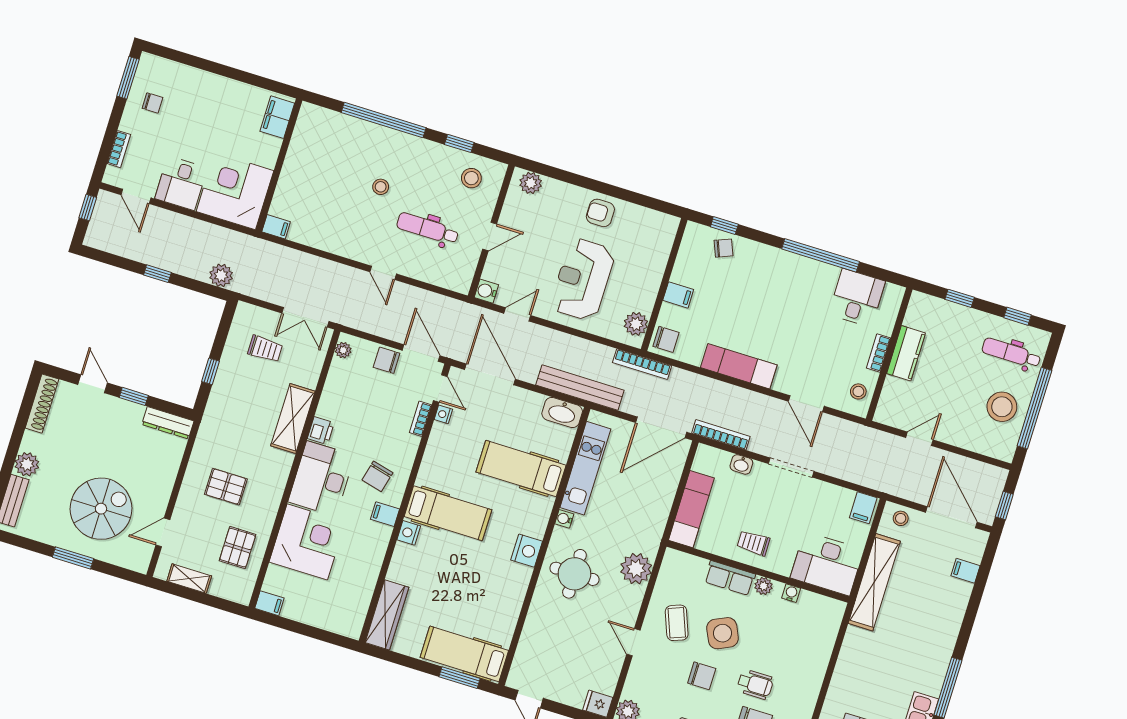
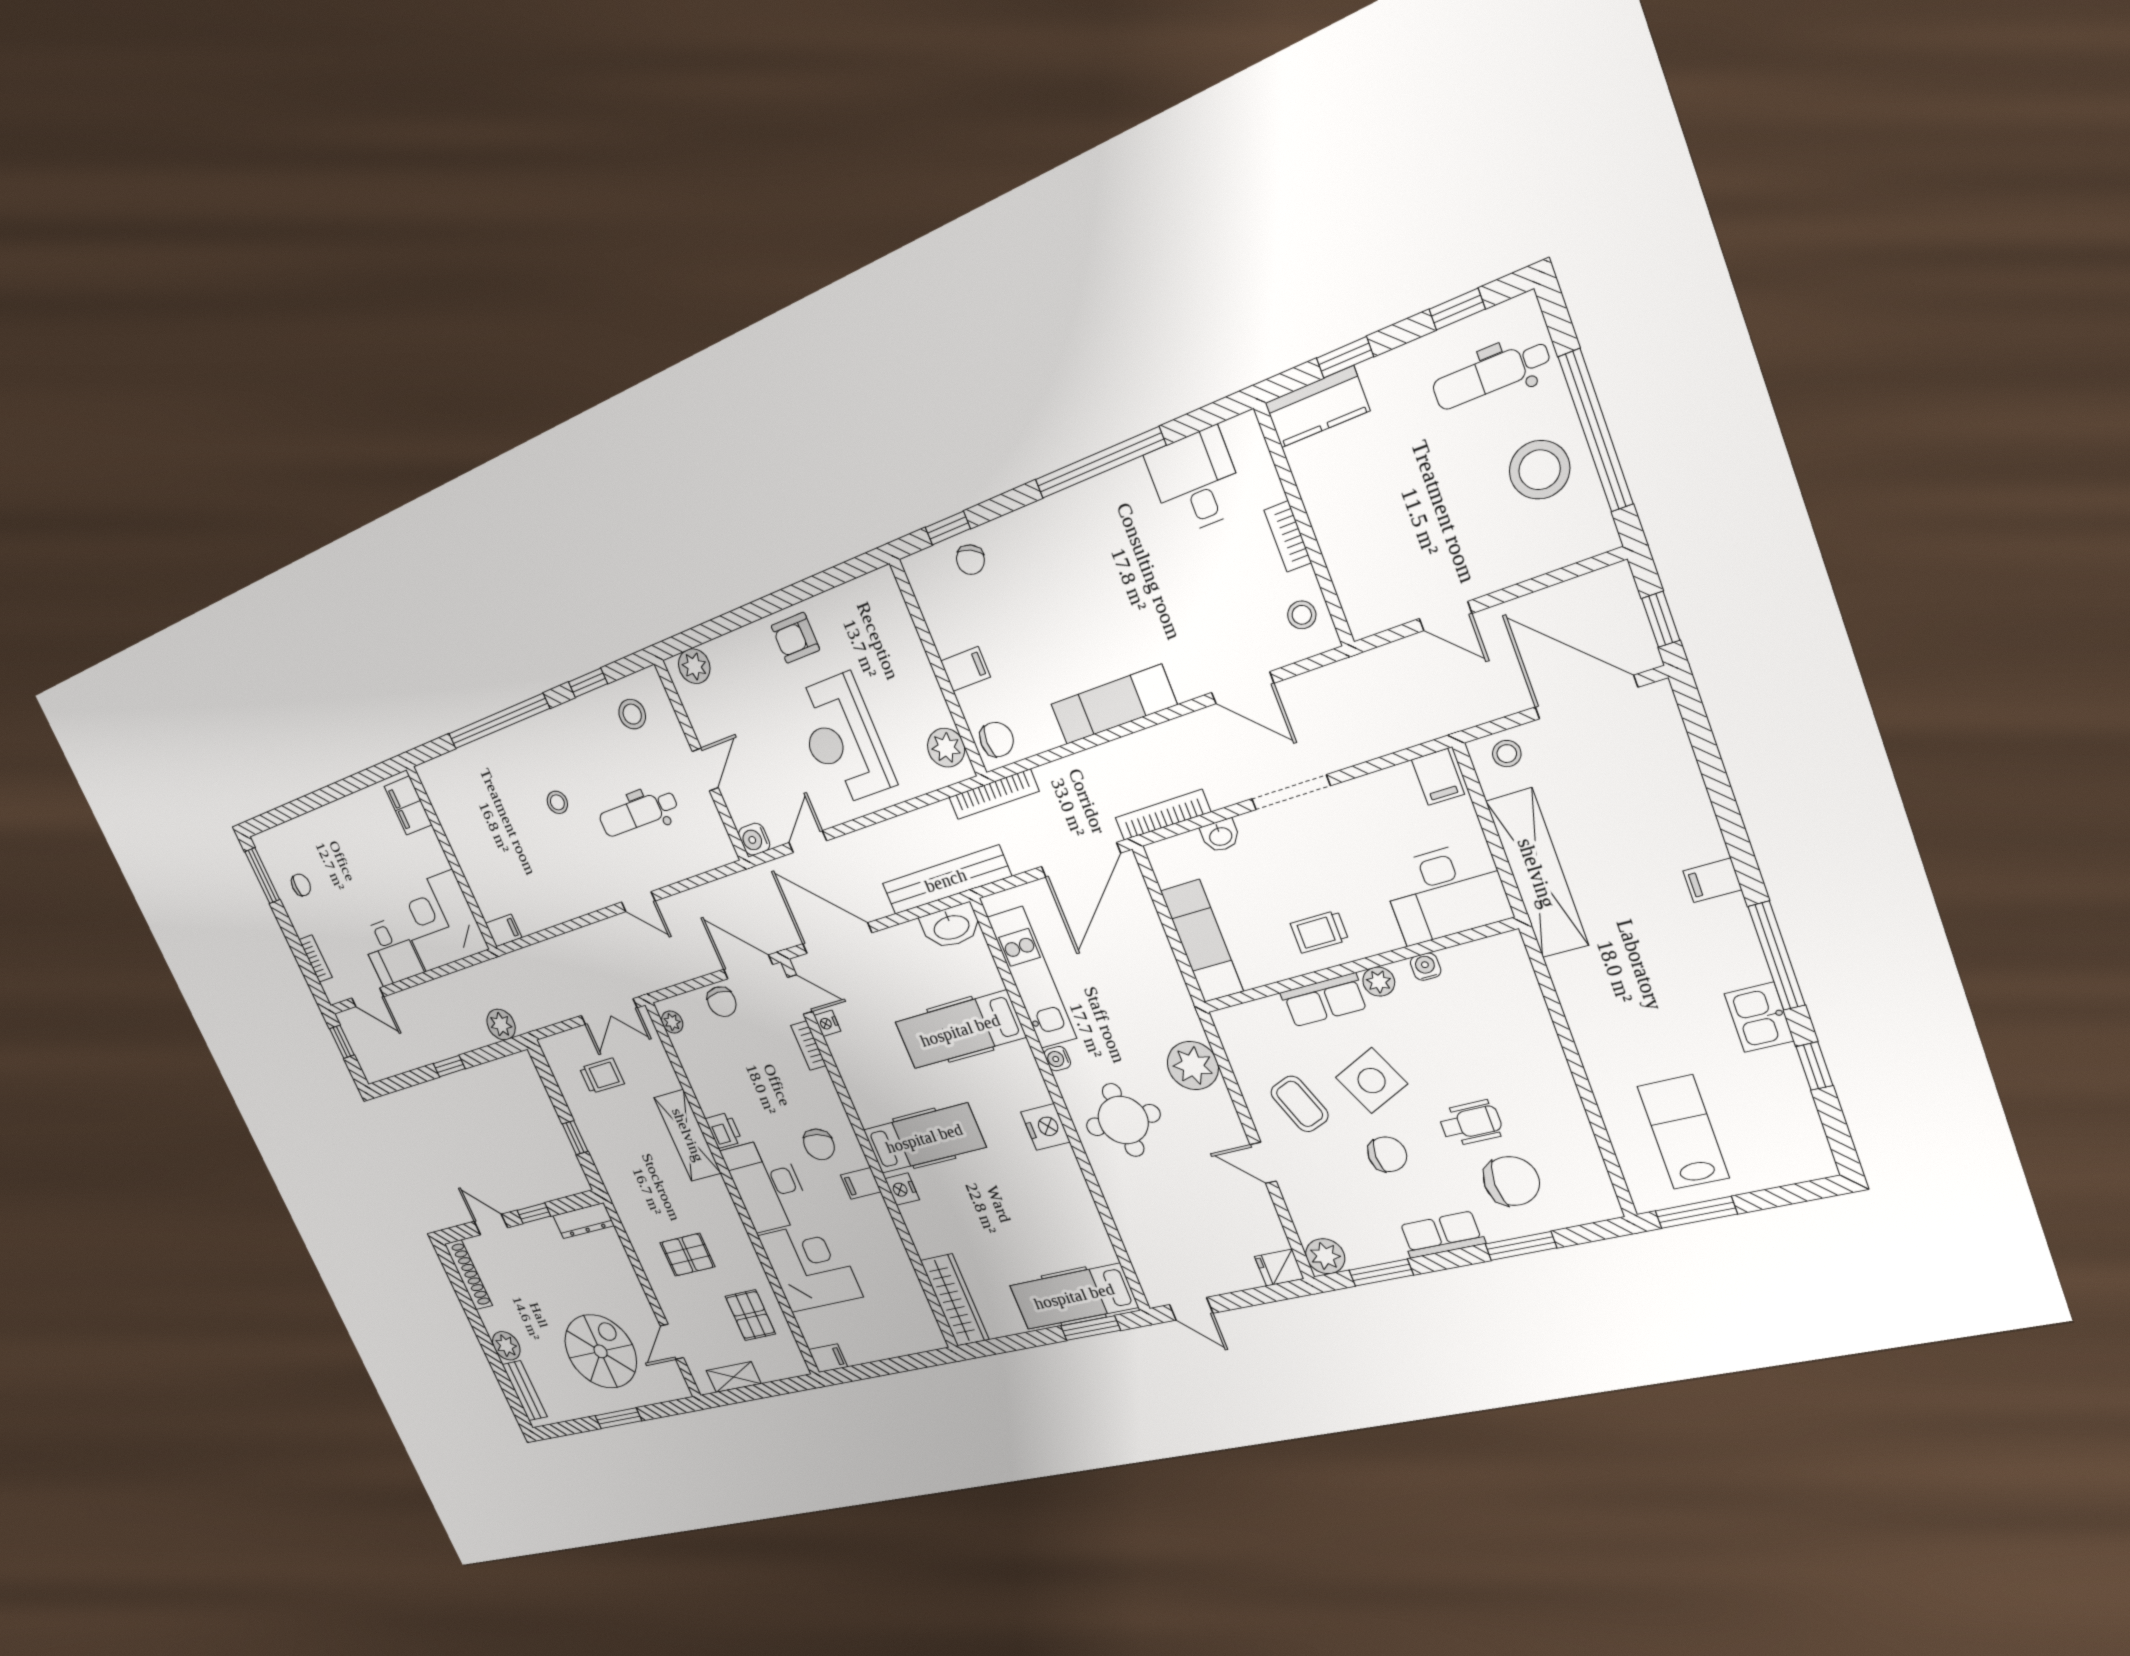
chair: (723, 248) -> (970, 560), turned 138
kitchen counter: (906, 353) -> (1317, 407), moved, turned 90
chair: (387, 360) -> (722, 1002), turned -90
door: (919, 439) -> (1446, 616), swing flipped
filing cabinet: (965, 571) -> (1712, 880), moved

